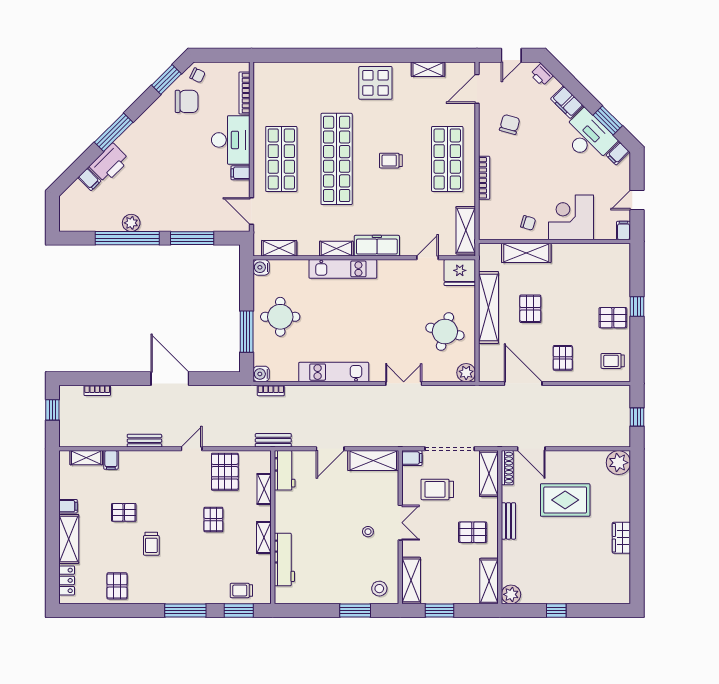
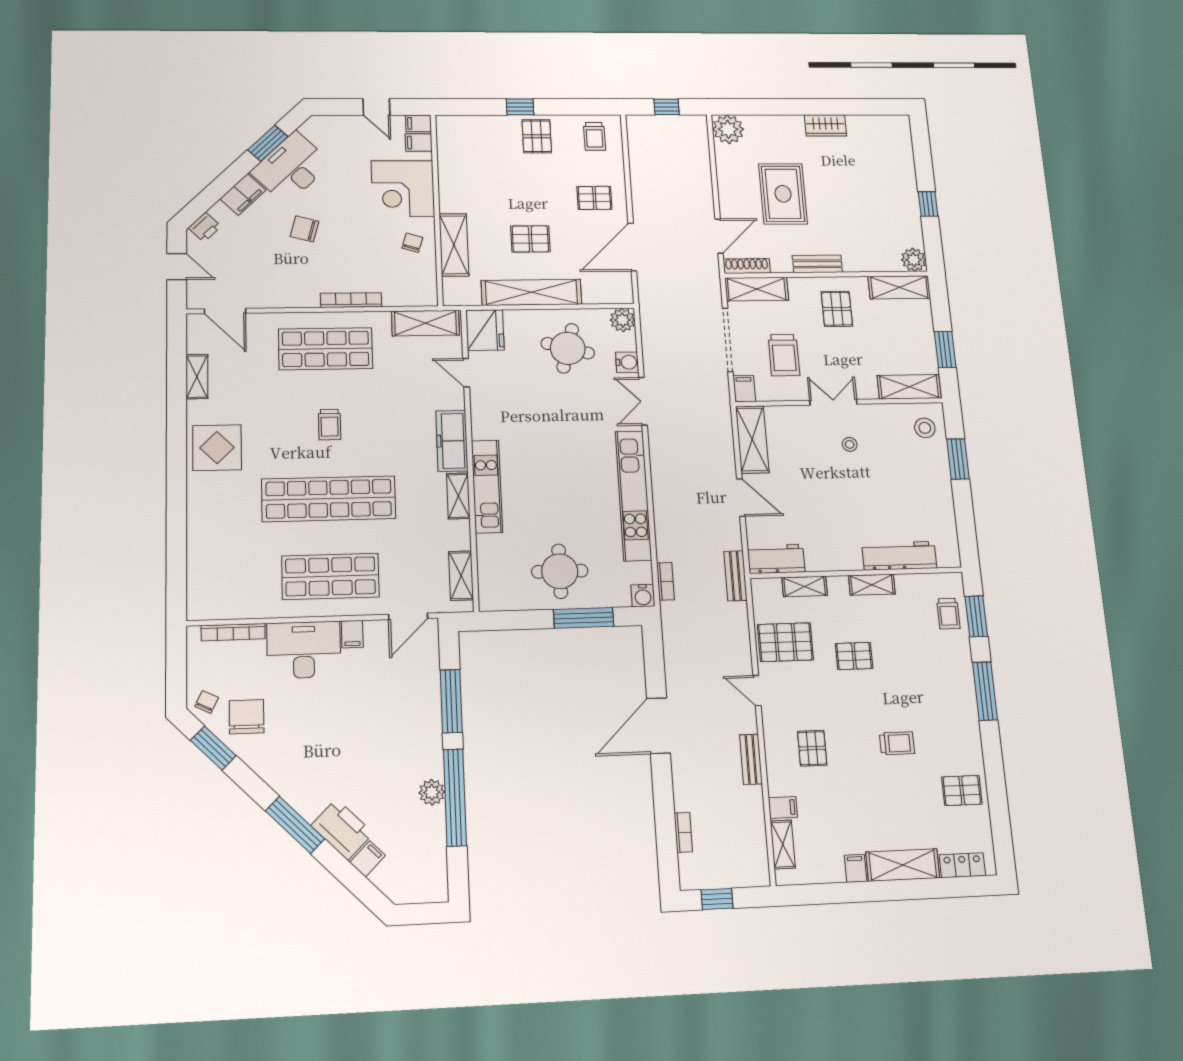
chair: (510, 124) -> (305, 229), moved
filing cabinet: (618, 153) -> (419, 142), moved, turned 135
water cooler: (261, 267) -> (627, 362), moved, turned -90
kitchen unit: (334, 372) -> (633, 495), width x1.36
pallet: (124, 512) -> (812, 748), moved

